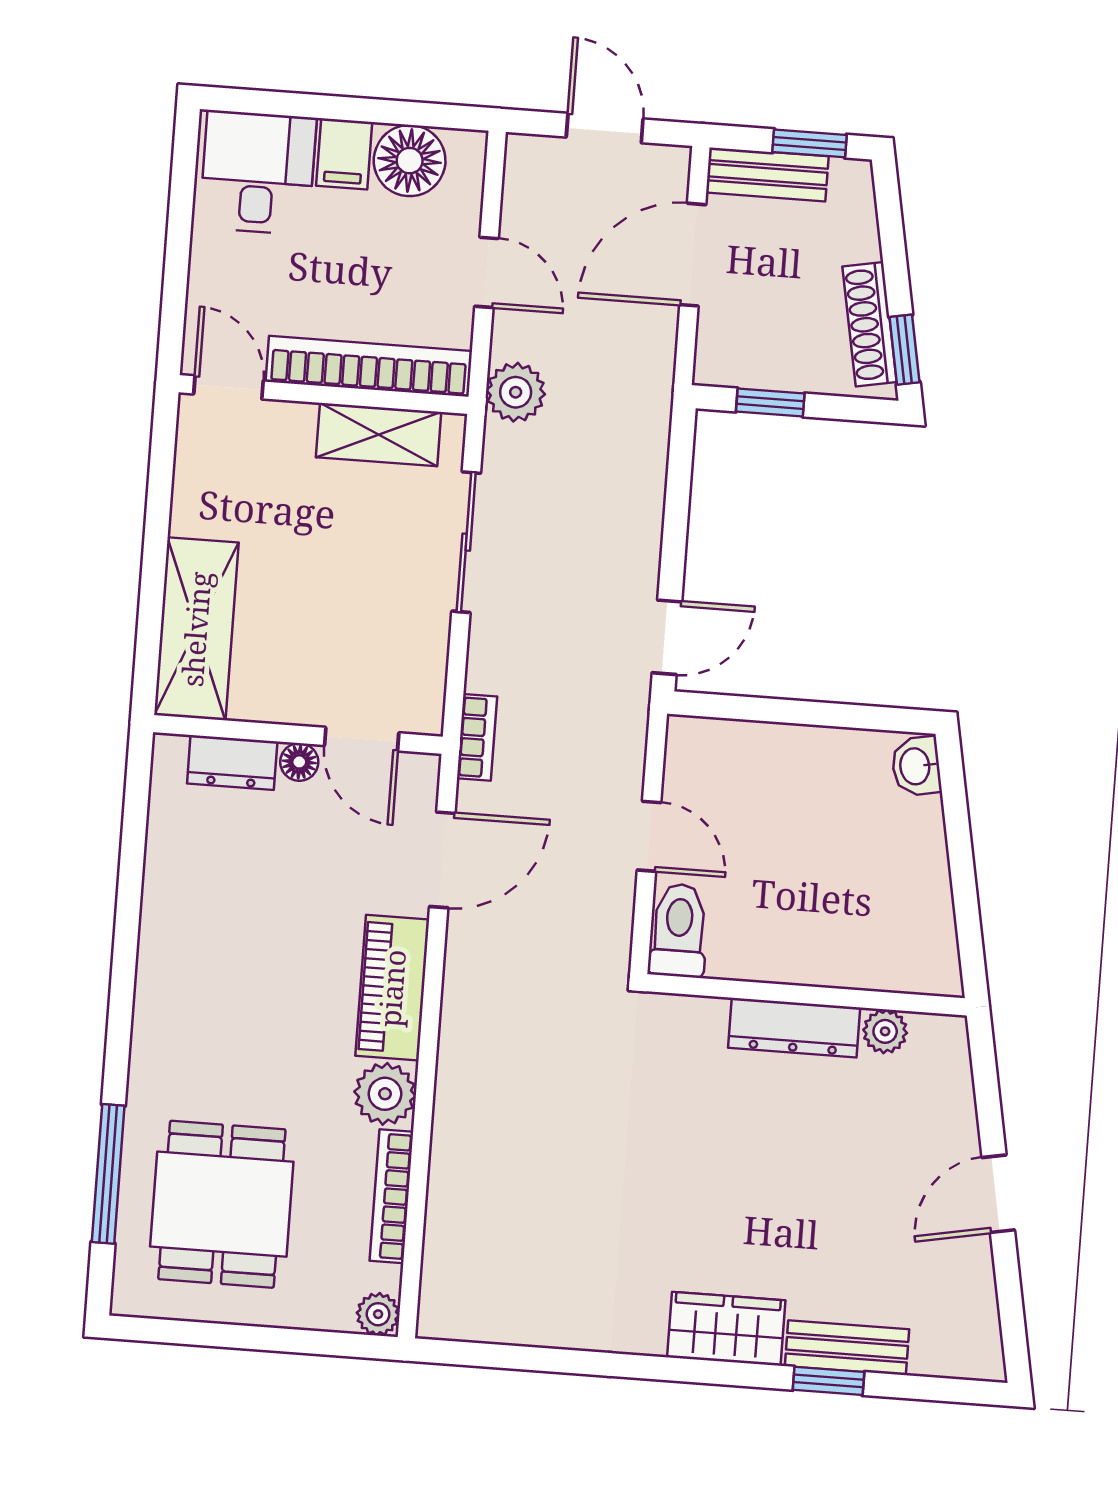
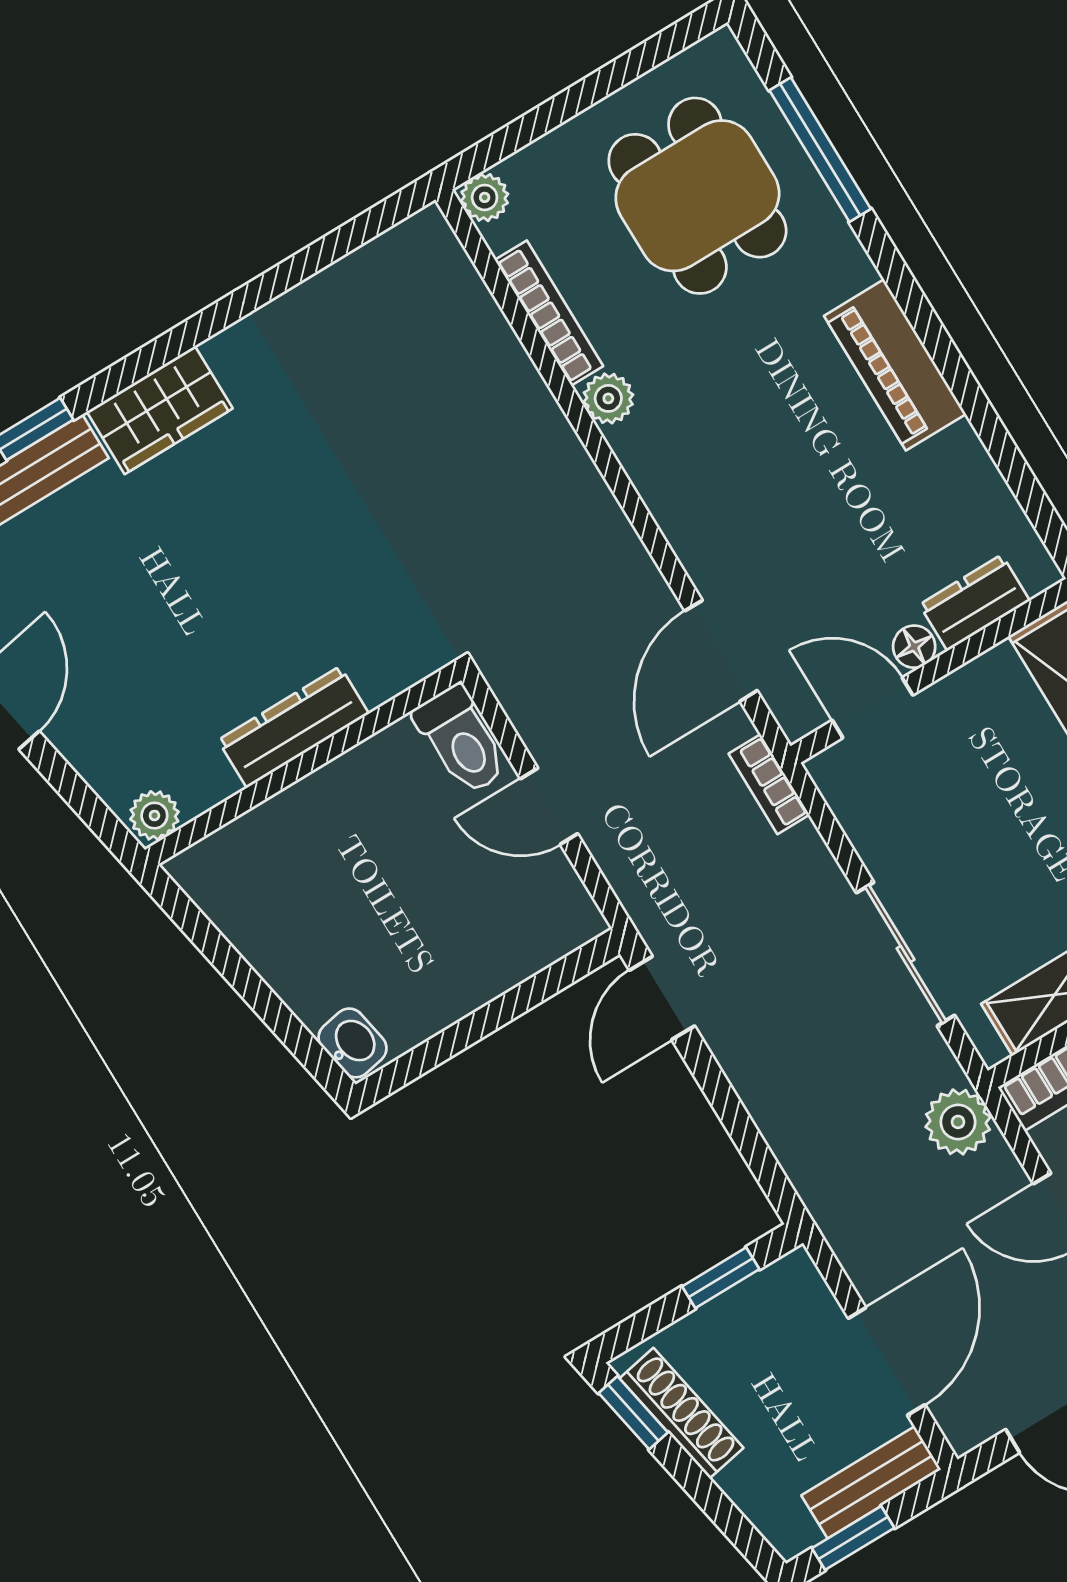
piano: (392, 988) -> (895, 365), moved, turned 180
plant: (885, 1031) -> (154, 816), moved
plant: (385, 1094) -> (608, 398), width x0.73, depth x0.73

